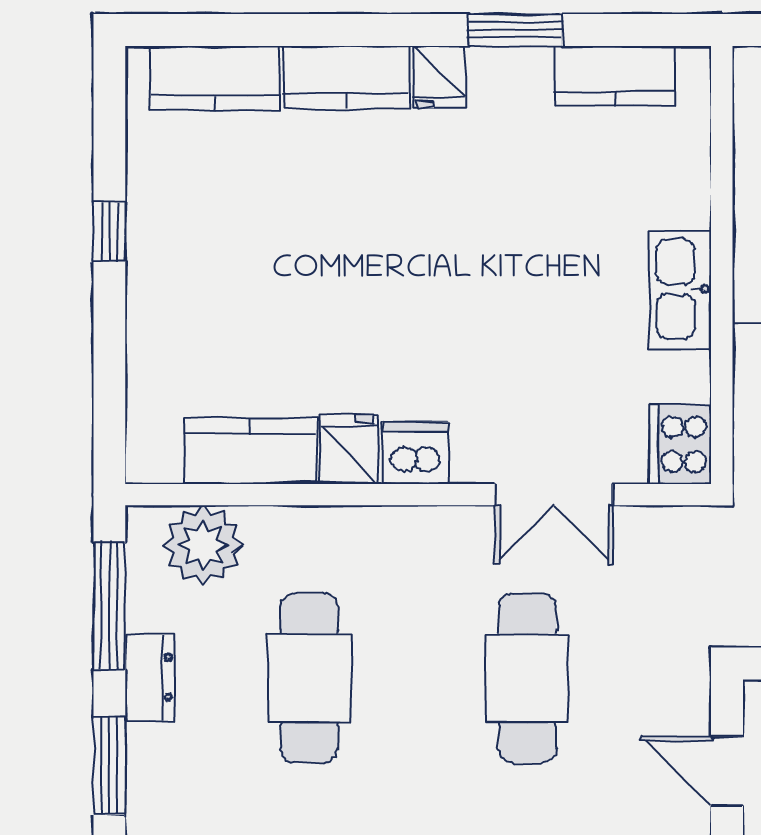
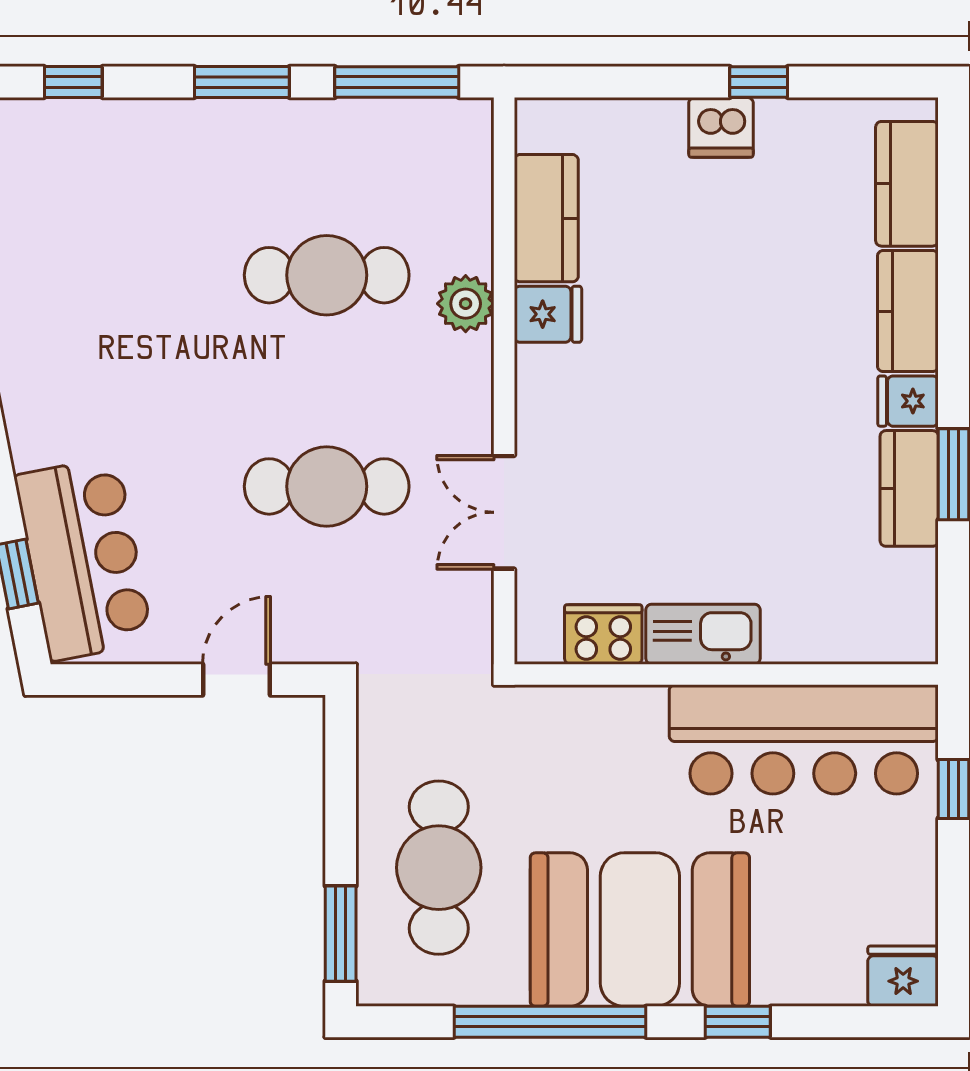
kitchen counter: (615, 76) -> (909, 488), moved
cooker: (680, 444) -> (603, 634), moved
dishwasher: (416, 453) -> (721, 127), moved, turned 90
plant: (203, 545) -> (466, 304), moved, width x0.73, depth x0.73
dresser: (149, 677) -> (327, 121), removed

